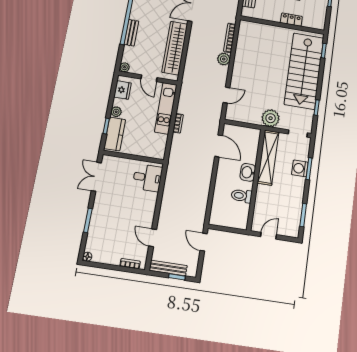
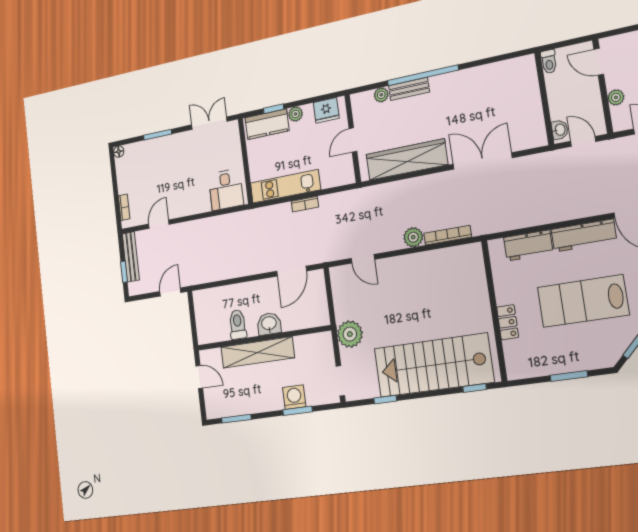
plant: (125, 67) -> (381, 95), moved
kitchen unit: (166, 108) -> (285, 186), moved
shelving: (268, 157) -> (258, 352), moved

